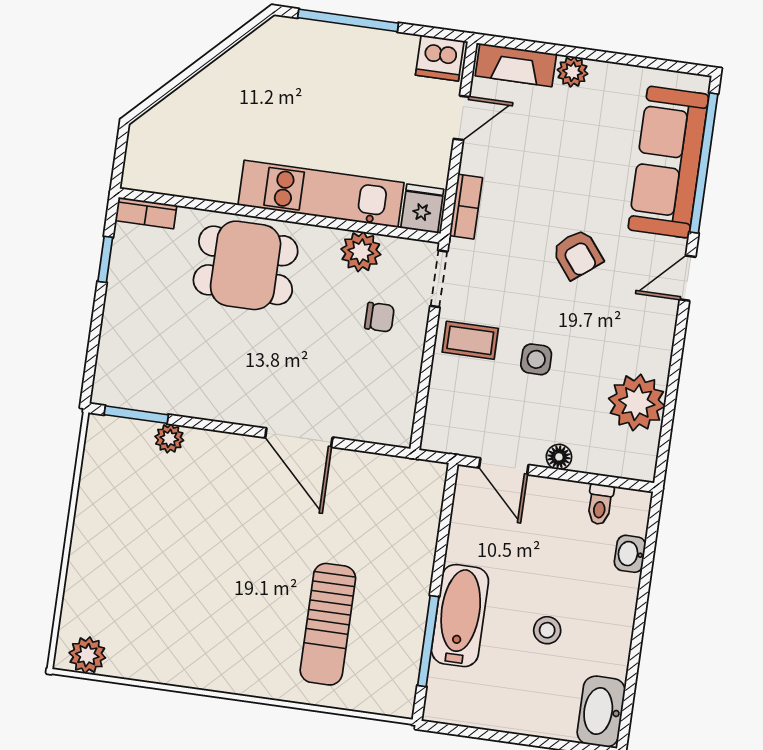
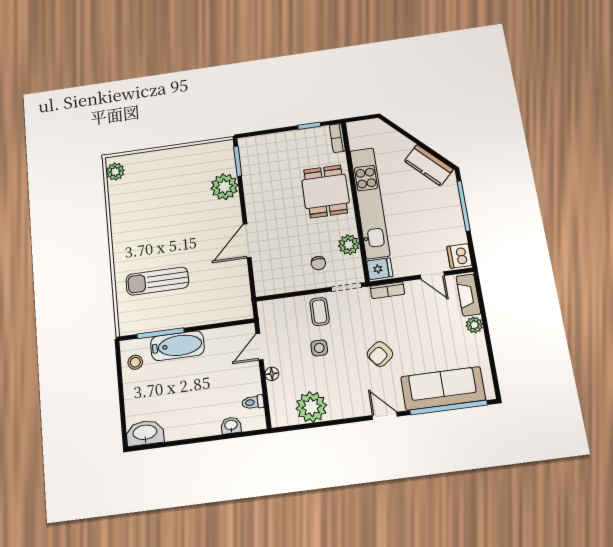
kitchen counter: (251, 59) -> (429, 165), added
kitchen unit: (321, 194) -> (370, 203), width x1.36
plant: (169, 438) -> (224, 187), width x1.88, depth x1.88
stool: (547, 630) -> (135, 362), moved

